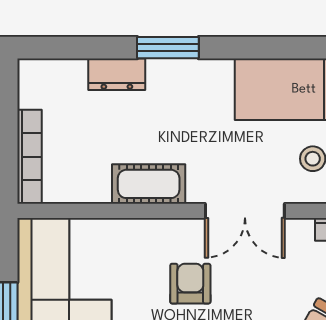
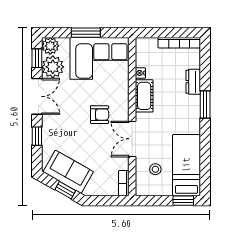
bookcase: (29, 157) -> (179, 43), moved
nightstand: (97, 192) -> (140, 73), added

